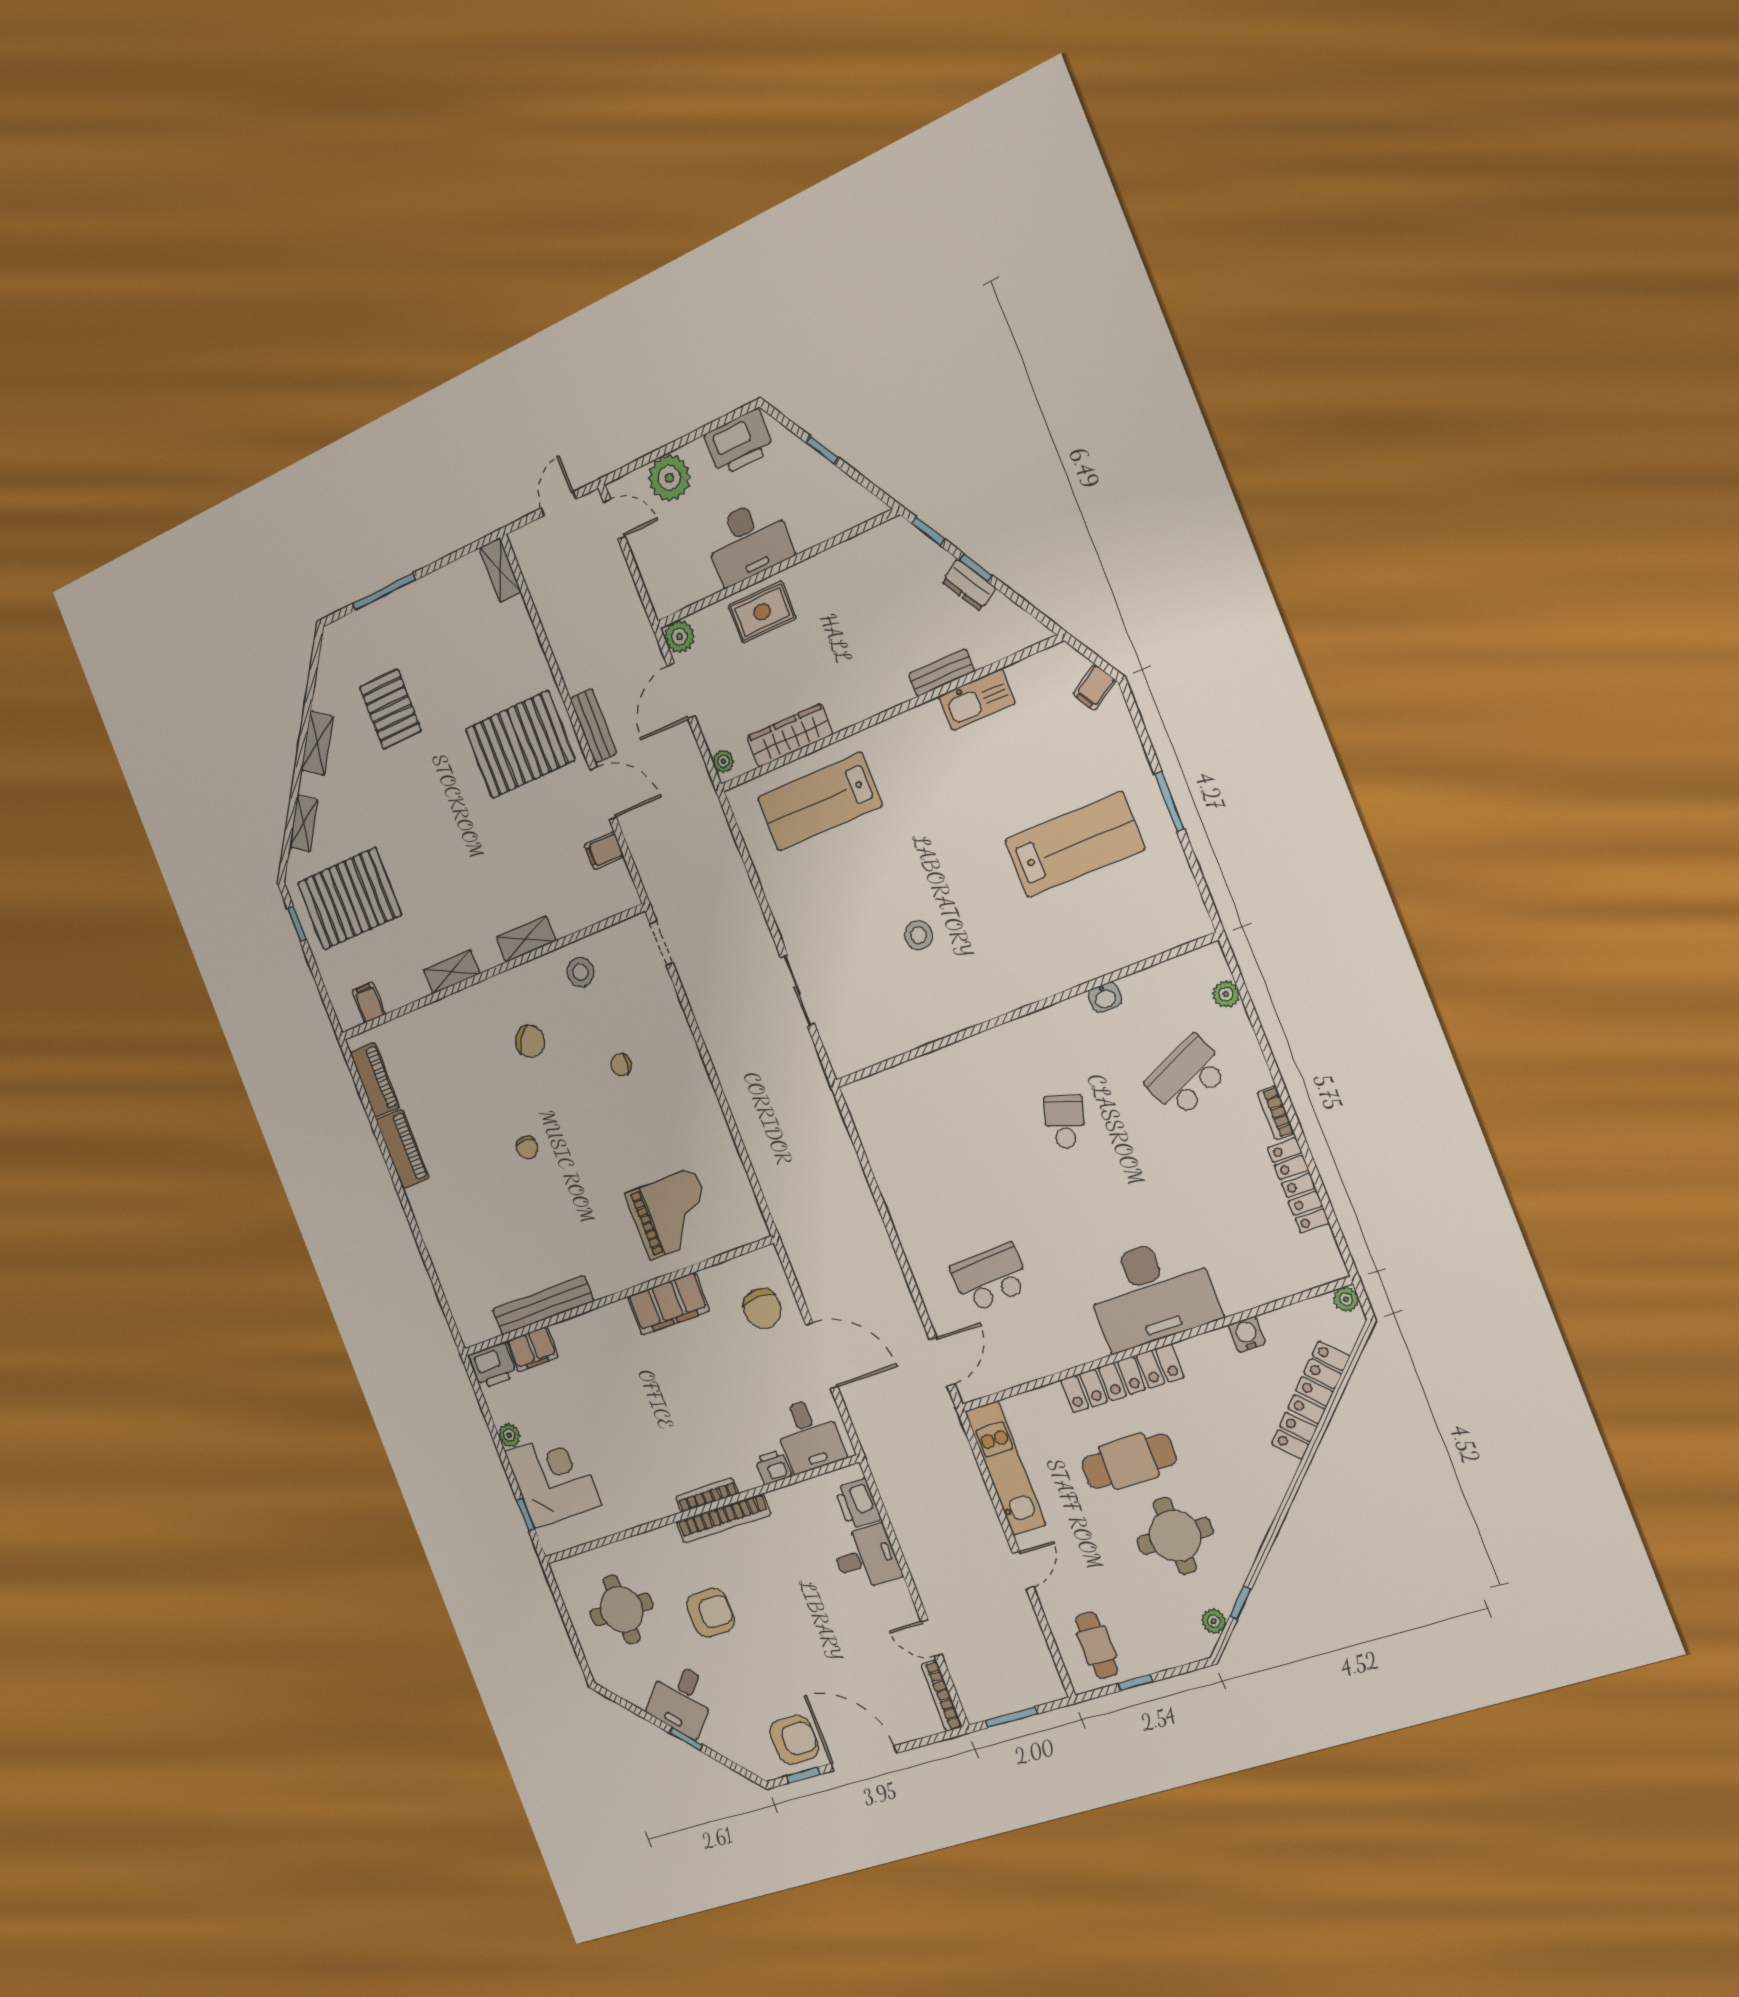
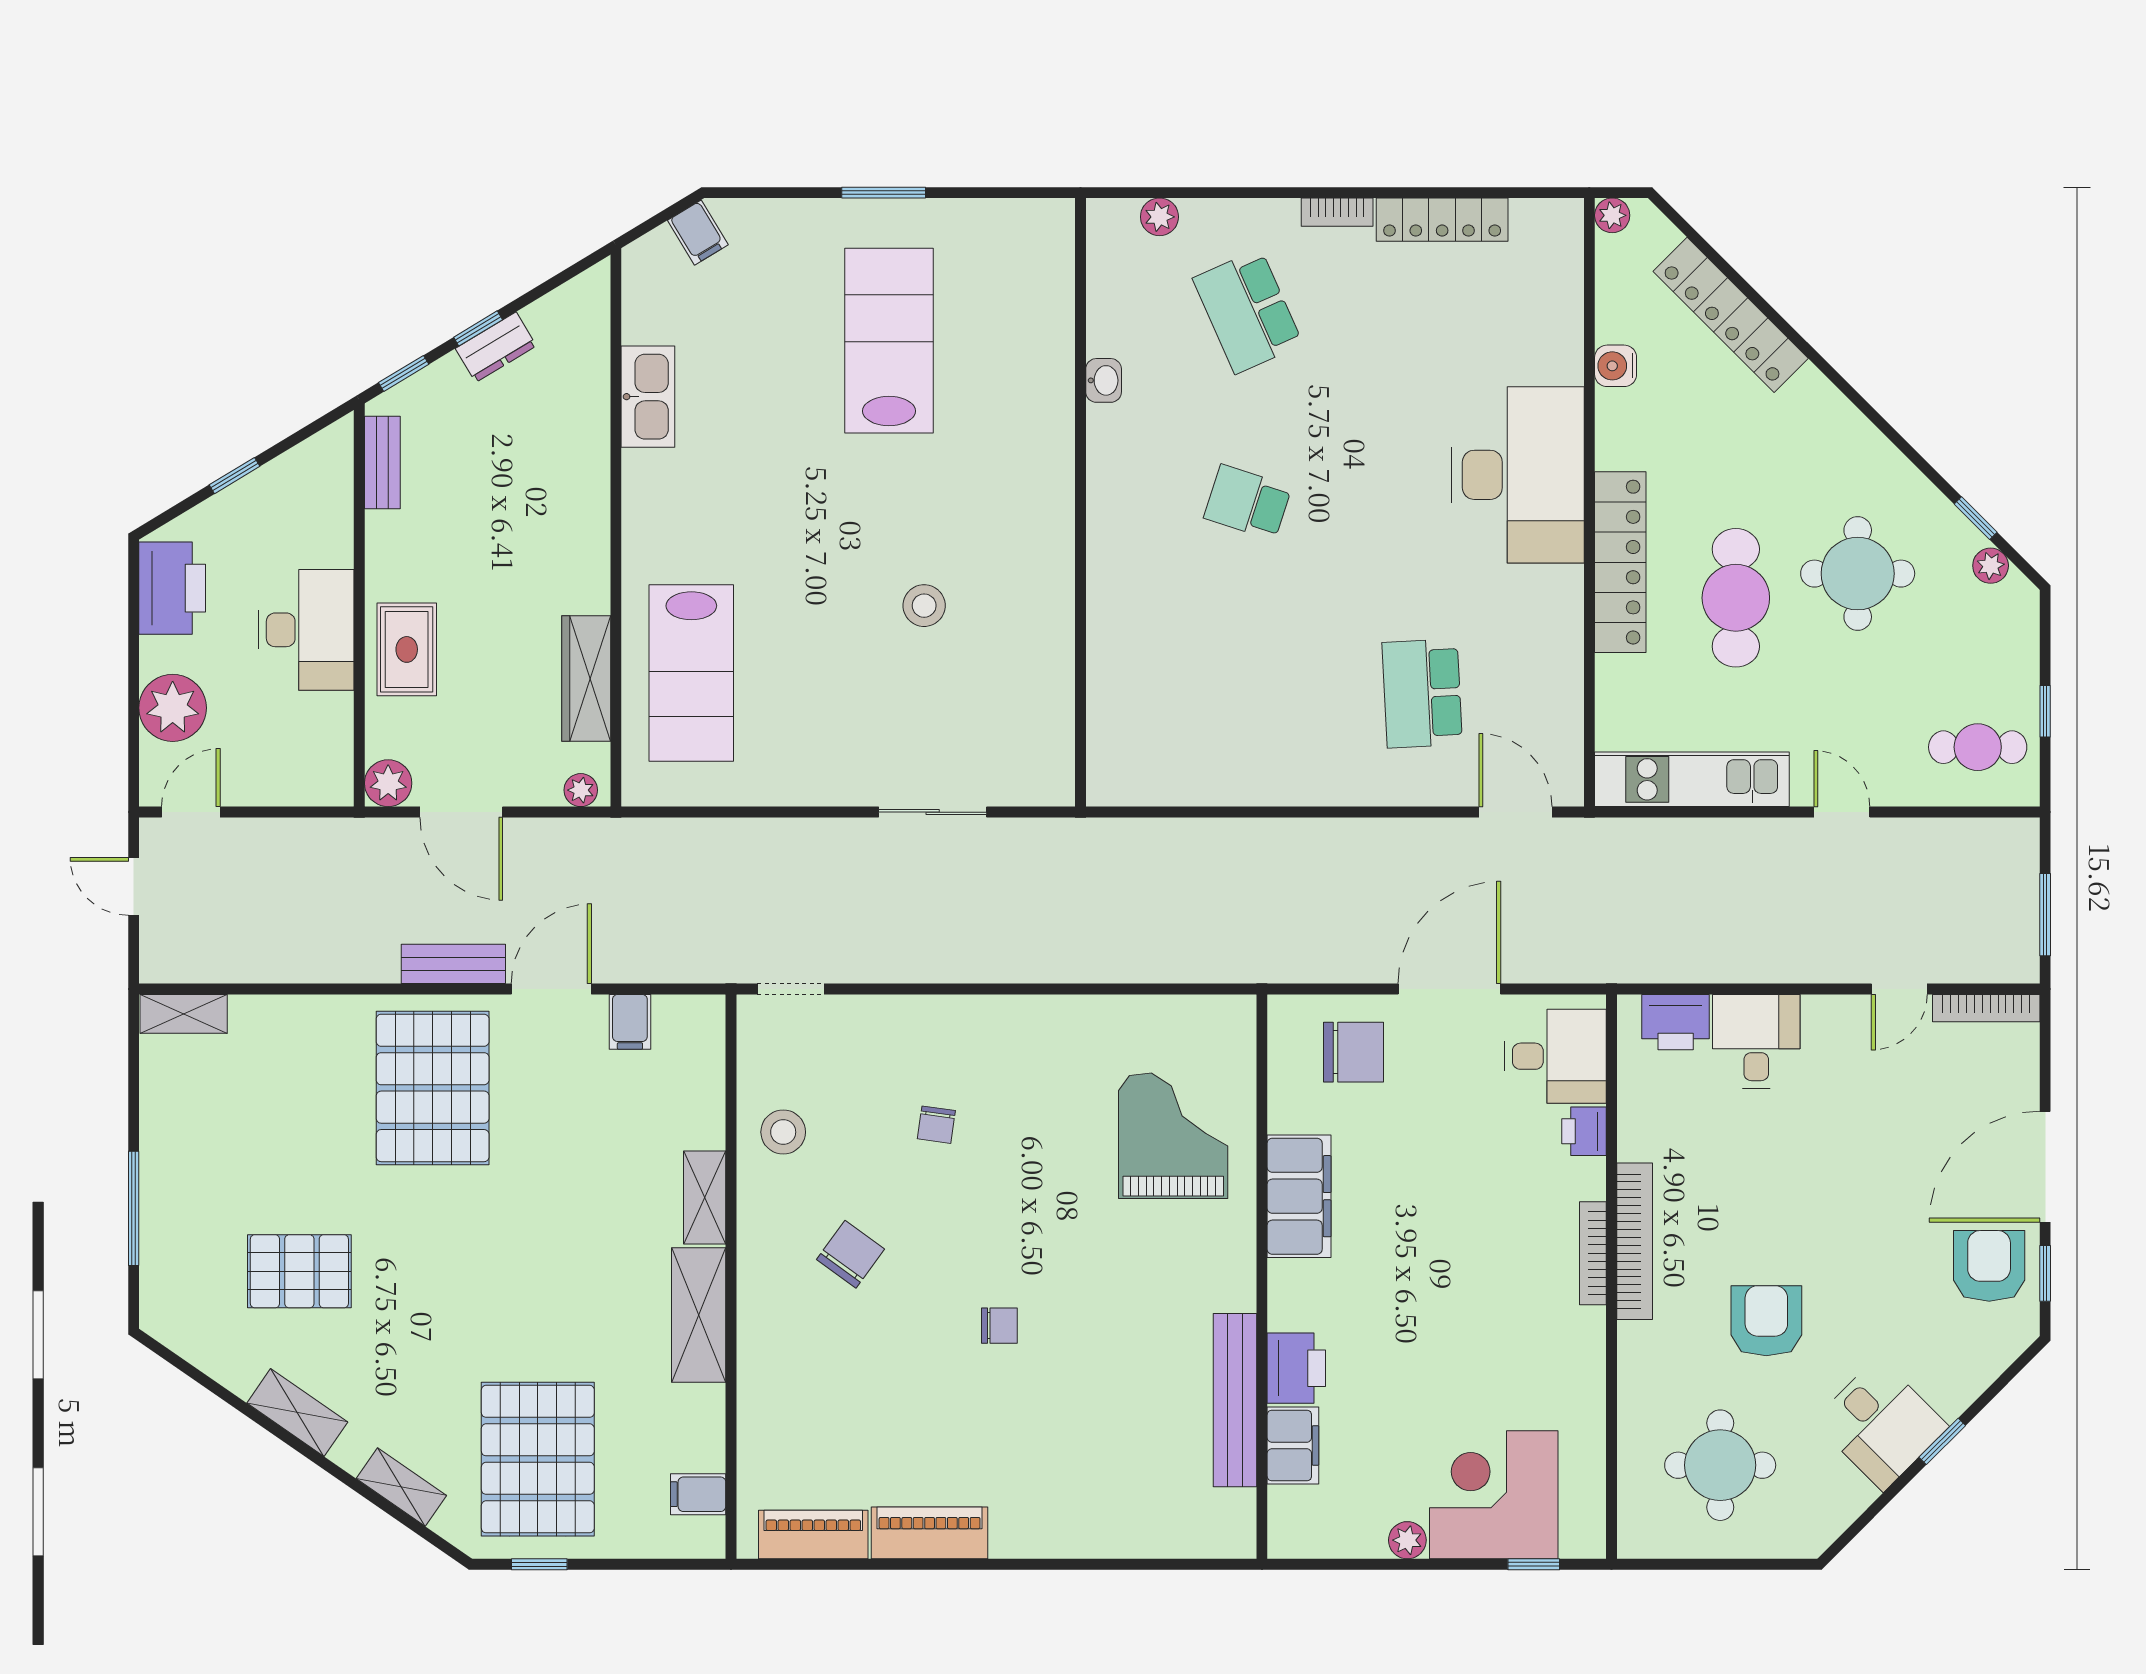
bench: (941, 673) -> (382, 463), moved
shelving: (452, 972) -> (699, 1315), width x1.50, depth x1.33
printer: (493, 1366) -> (1296, 1368), moved

